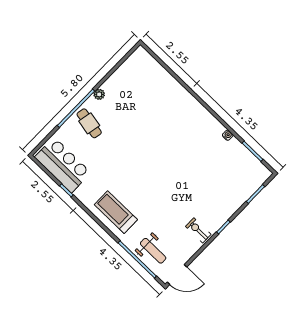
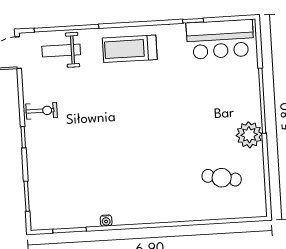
plant: (99, 94) -> (249, 135), width x1.88, depth x1.88
cafe table: (89, 123) -> (222, 178), moved
treadmill: (116, 212) -> (130, 49), turned 180

